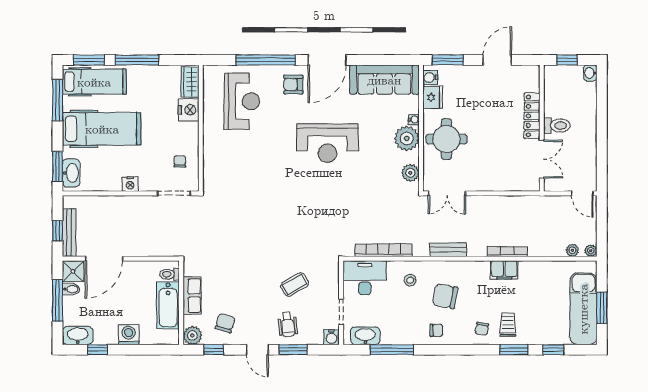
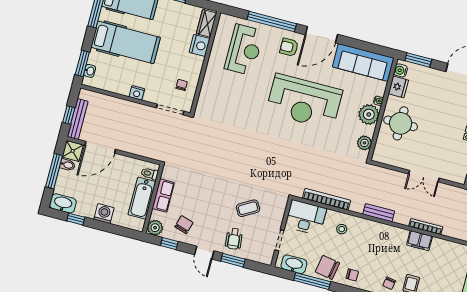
reception desk: (327, 143) -> (304, 102), width x1.36, depth x1.30
washbasin: (71, 173) -> (90, 71), width x0.52, depth x0.69
double door: (447, 193) -> (424, 176), moved
chair: (445, 296) -> (327, 267), moved
water cooler: (332, 337) -> (266, 258), removed

